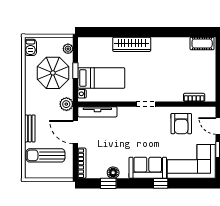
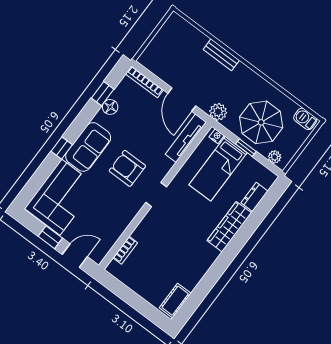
dresser: (102, 43) -> (254, 197), added
armchair: (181, 124) -> (127, 168), moved
door: (75, 132) -> (182, 100), swing flipped
sun lounger: (46, 155) -> (181, 50), removed

